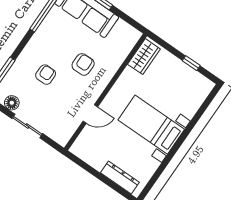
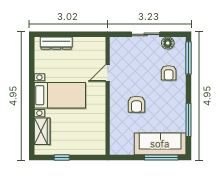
wardrobe: (144, 57) -> (42, 131), moved, turned 180
armchair: (46, 75) -> (169, 73), moved

